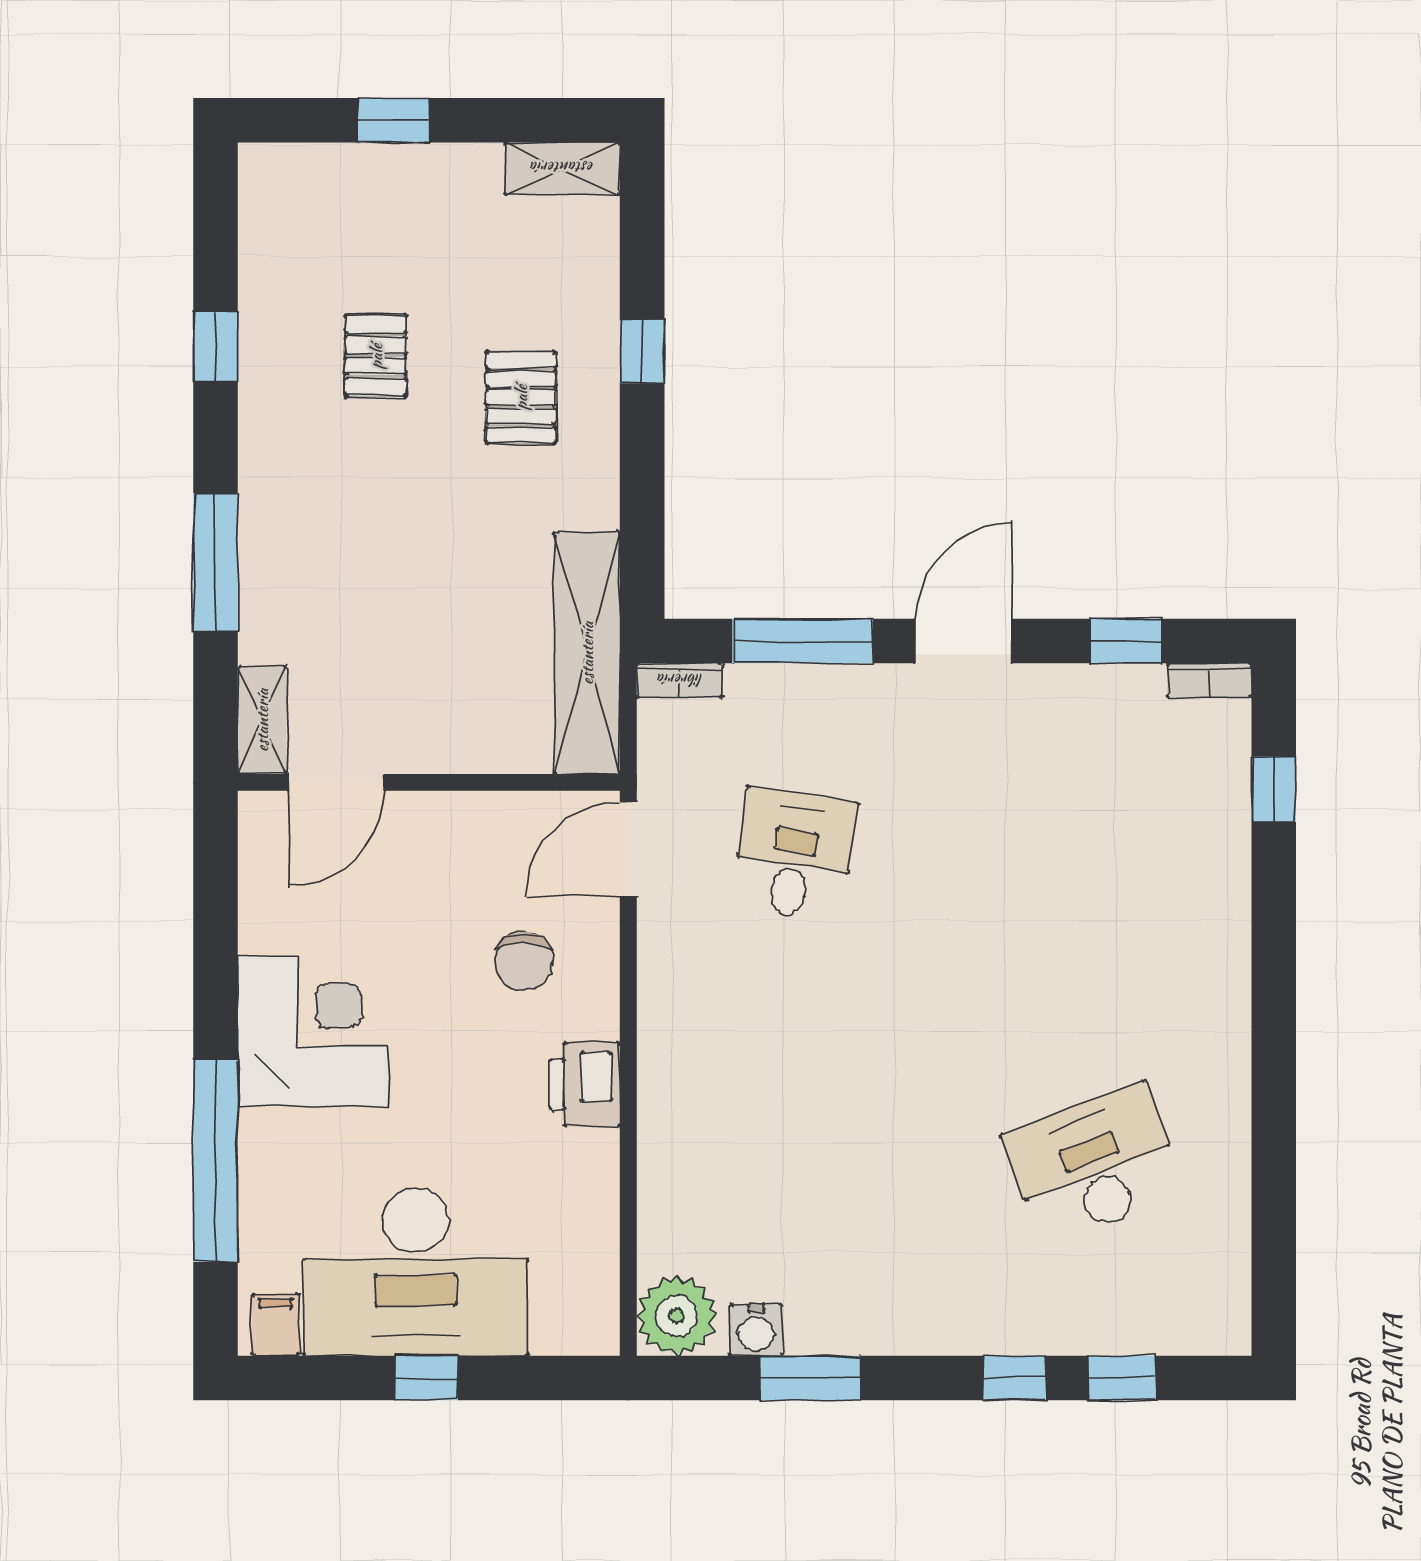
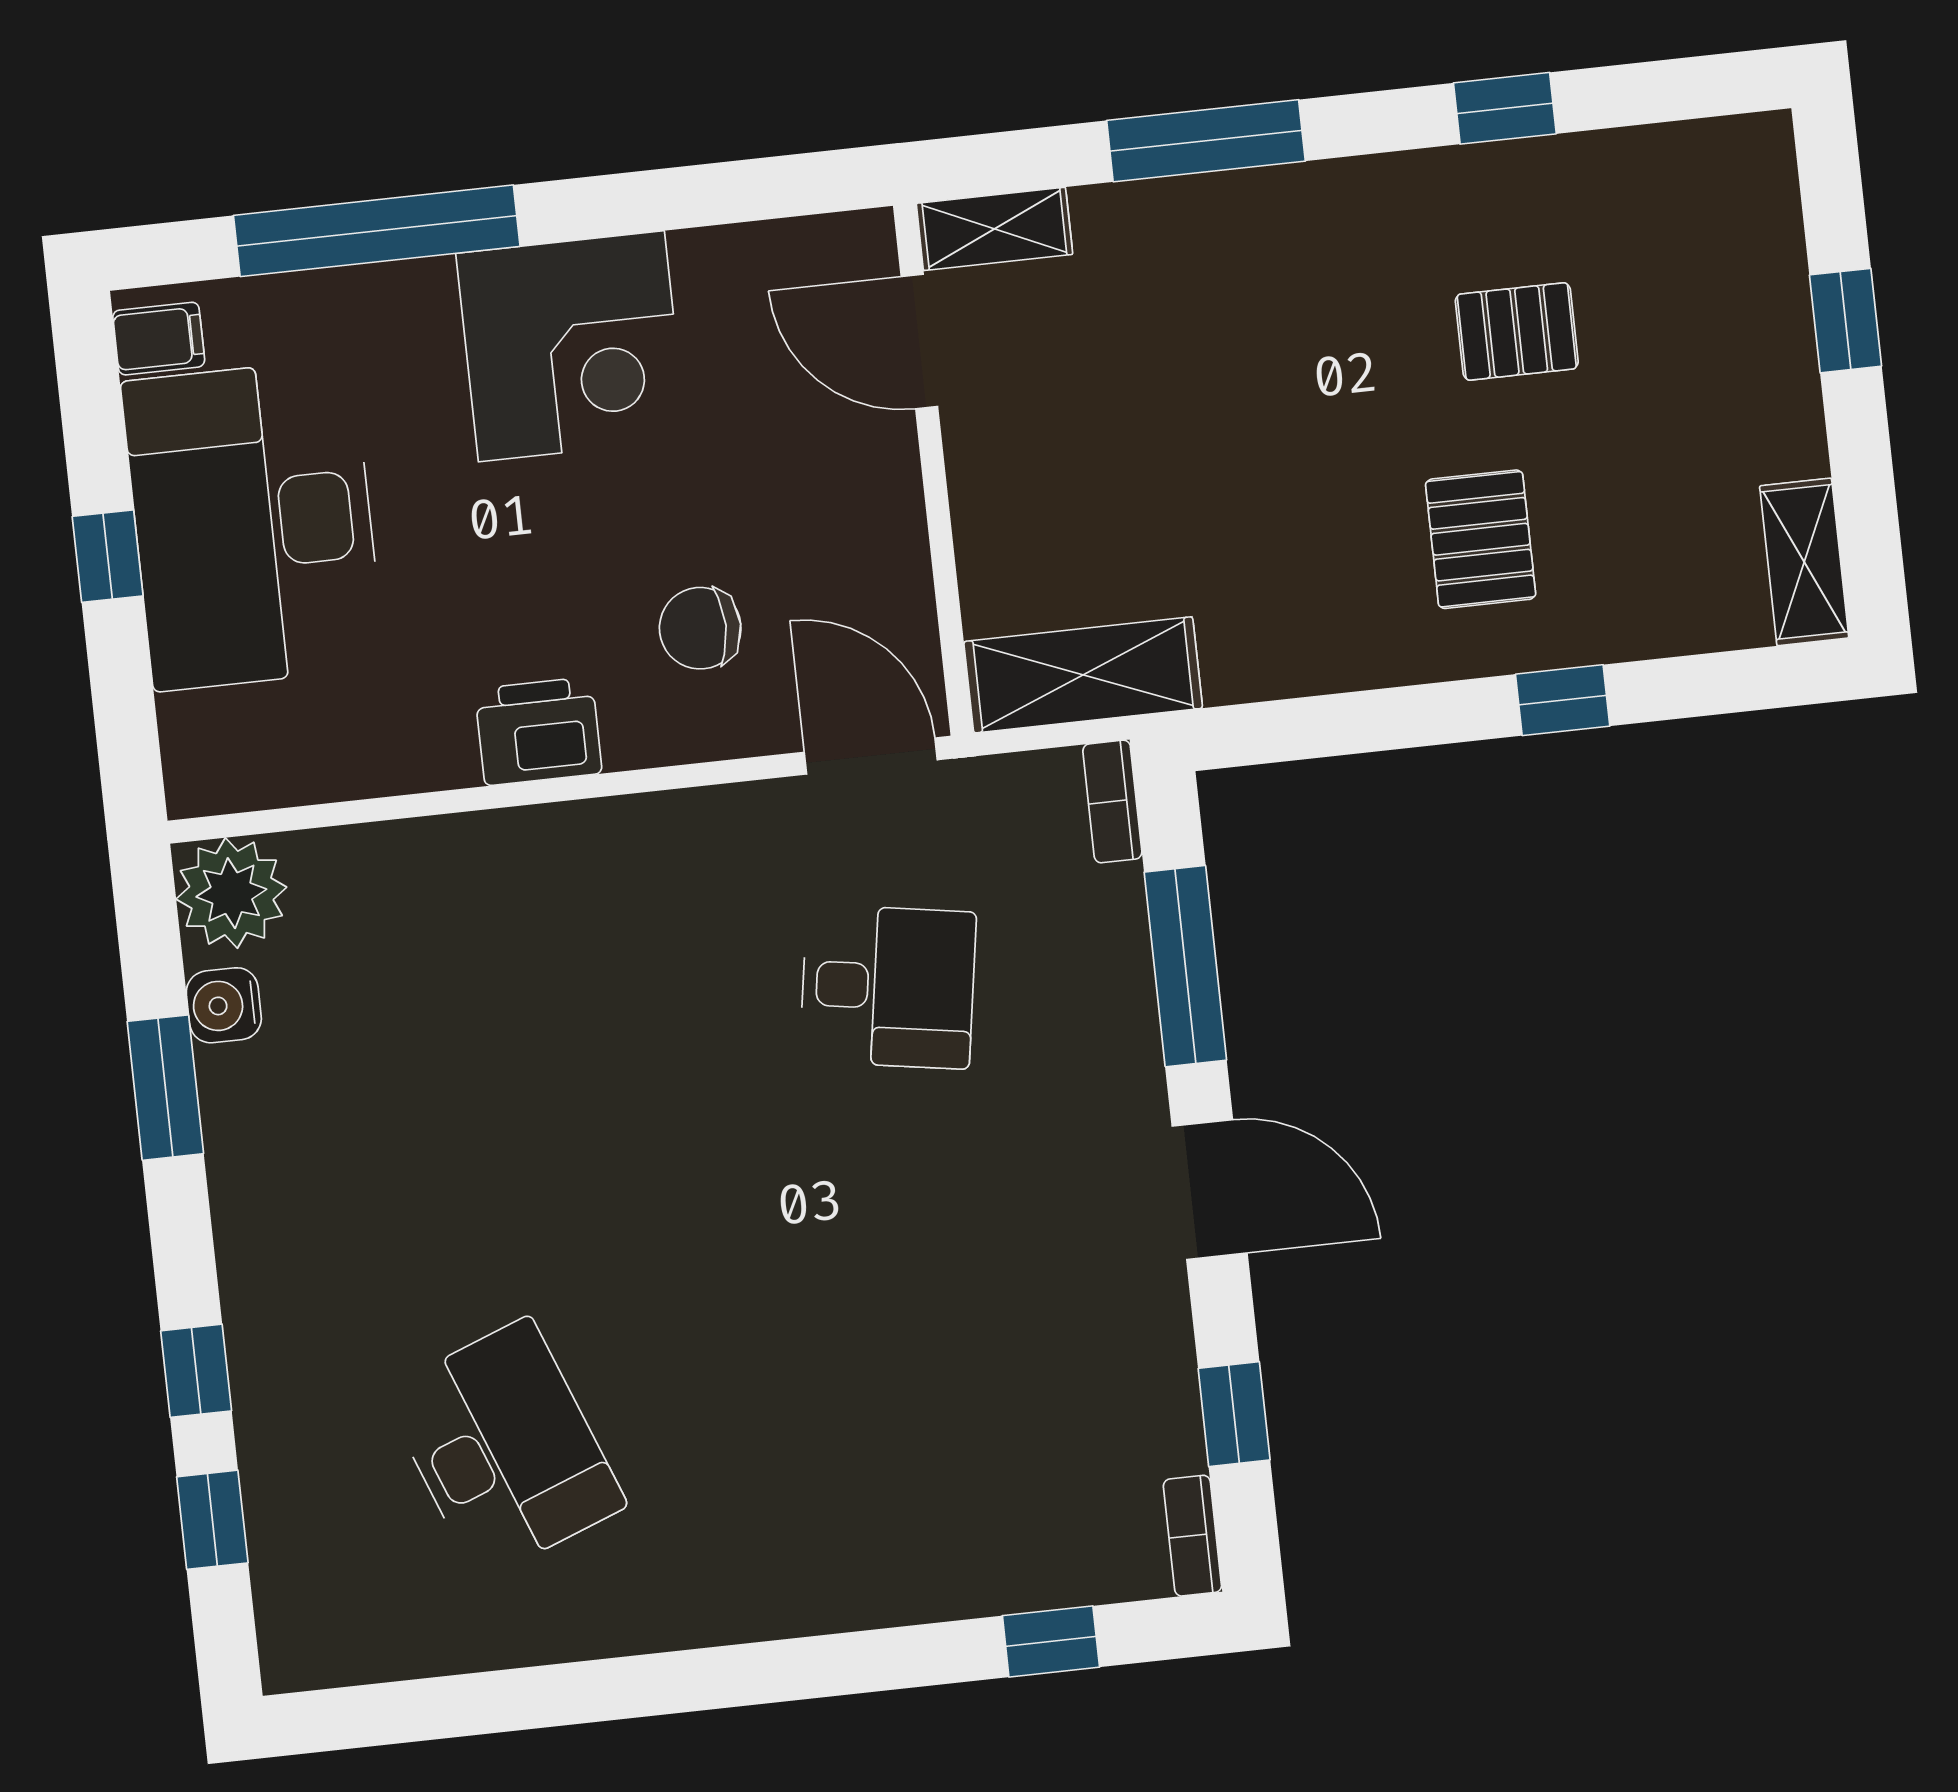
pallet: (521, 397) -> (1481, 539), turned 90
shelving: (587, 653) -> (1083, 675), width x0.68

